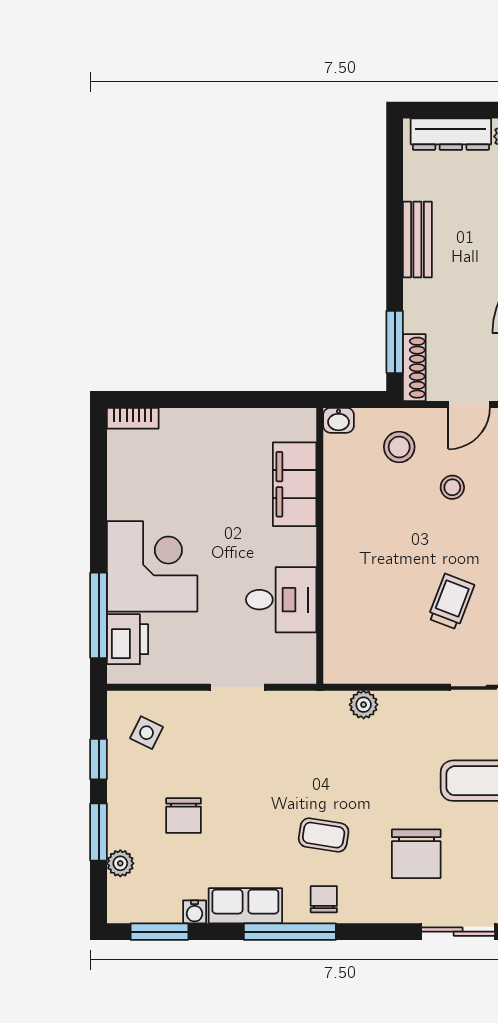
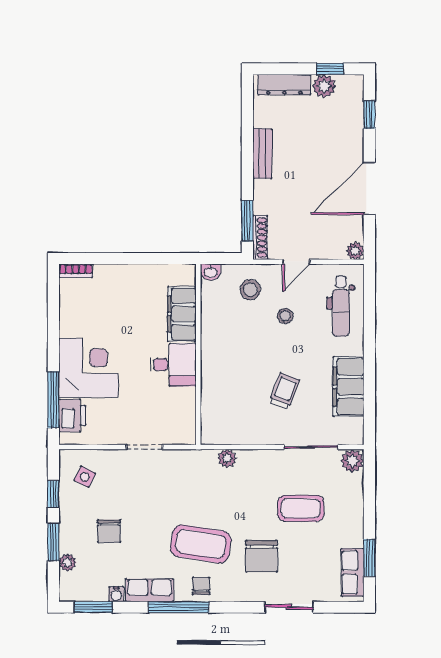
desk: (281, 600) -> (173, 365), moved
coffee table: (324, 835) -> (201, 544), width x1.86, depth x1.72

